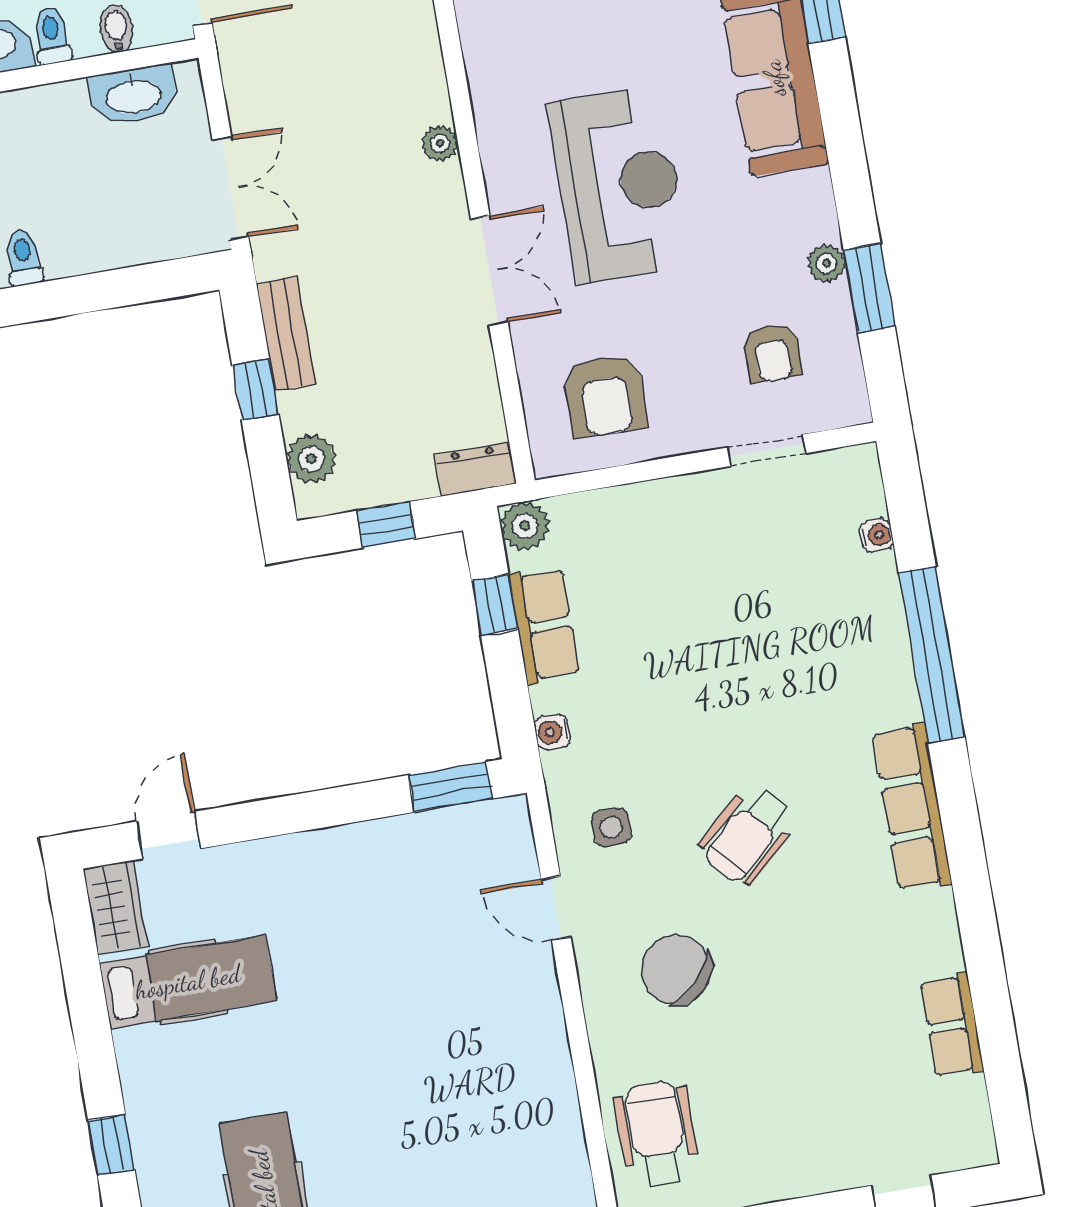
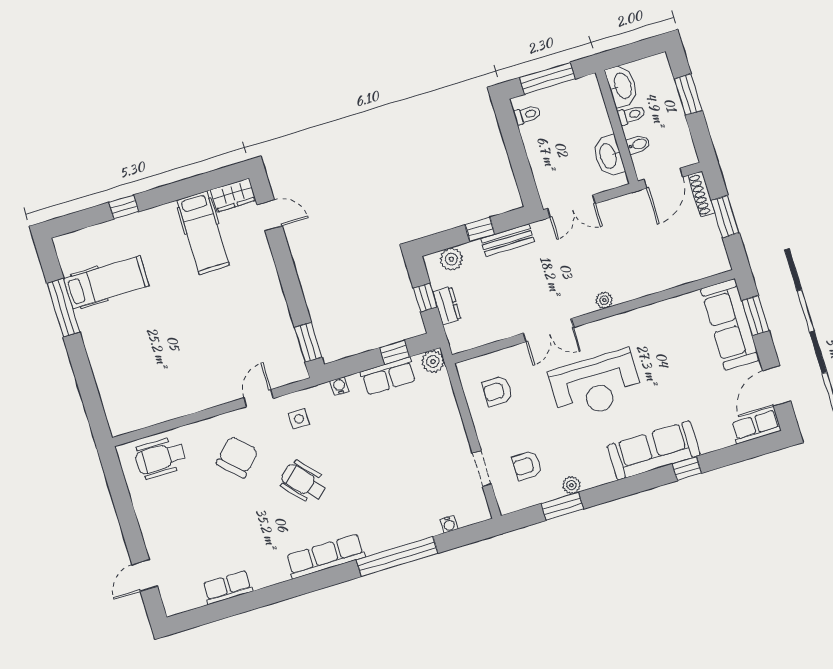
armchair: (605, 396) -> (497, 391), width x0.72, depth x0.72
dresser: (475, 469) -> (447, 306), moved
wheelchair: (657, 1134) -> (160, 458), turned 180

